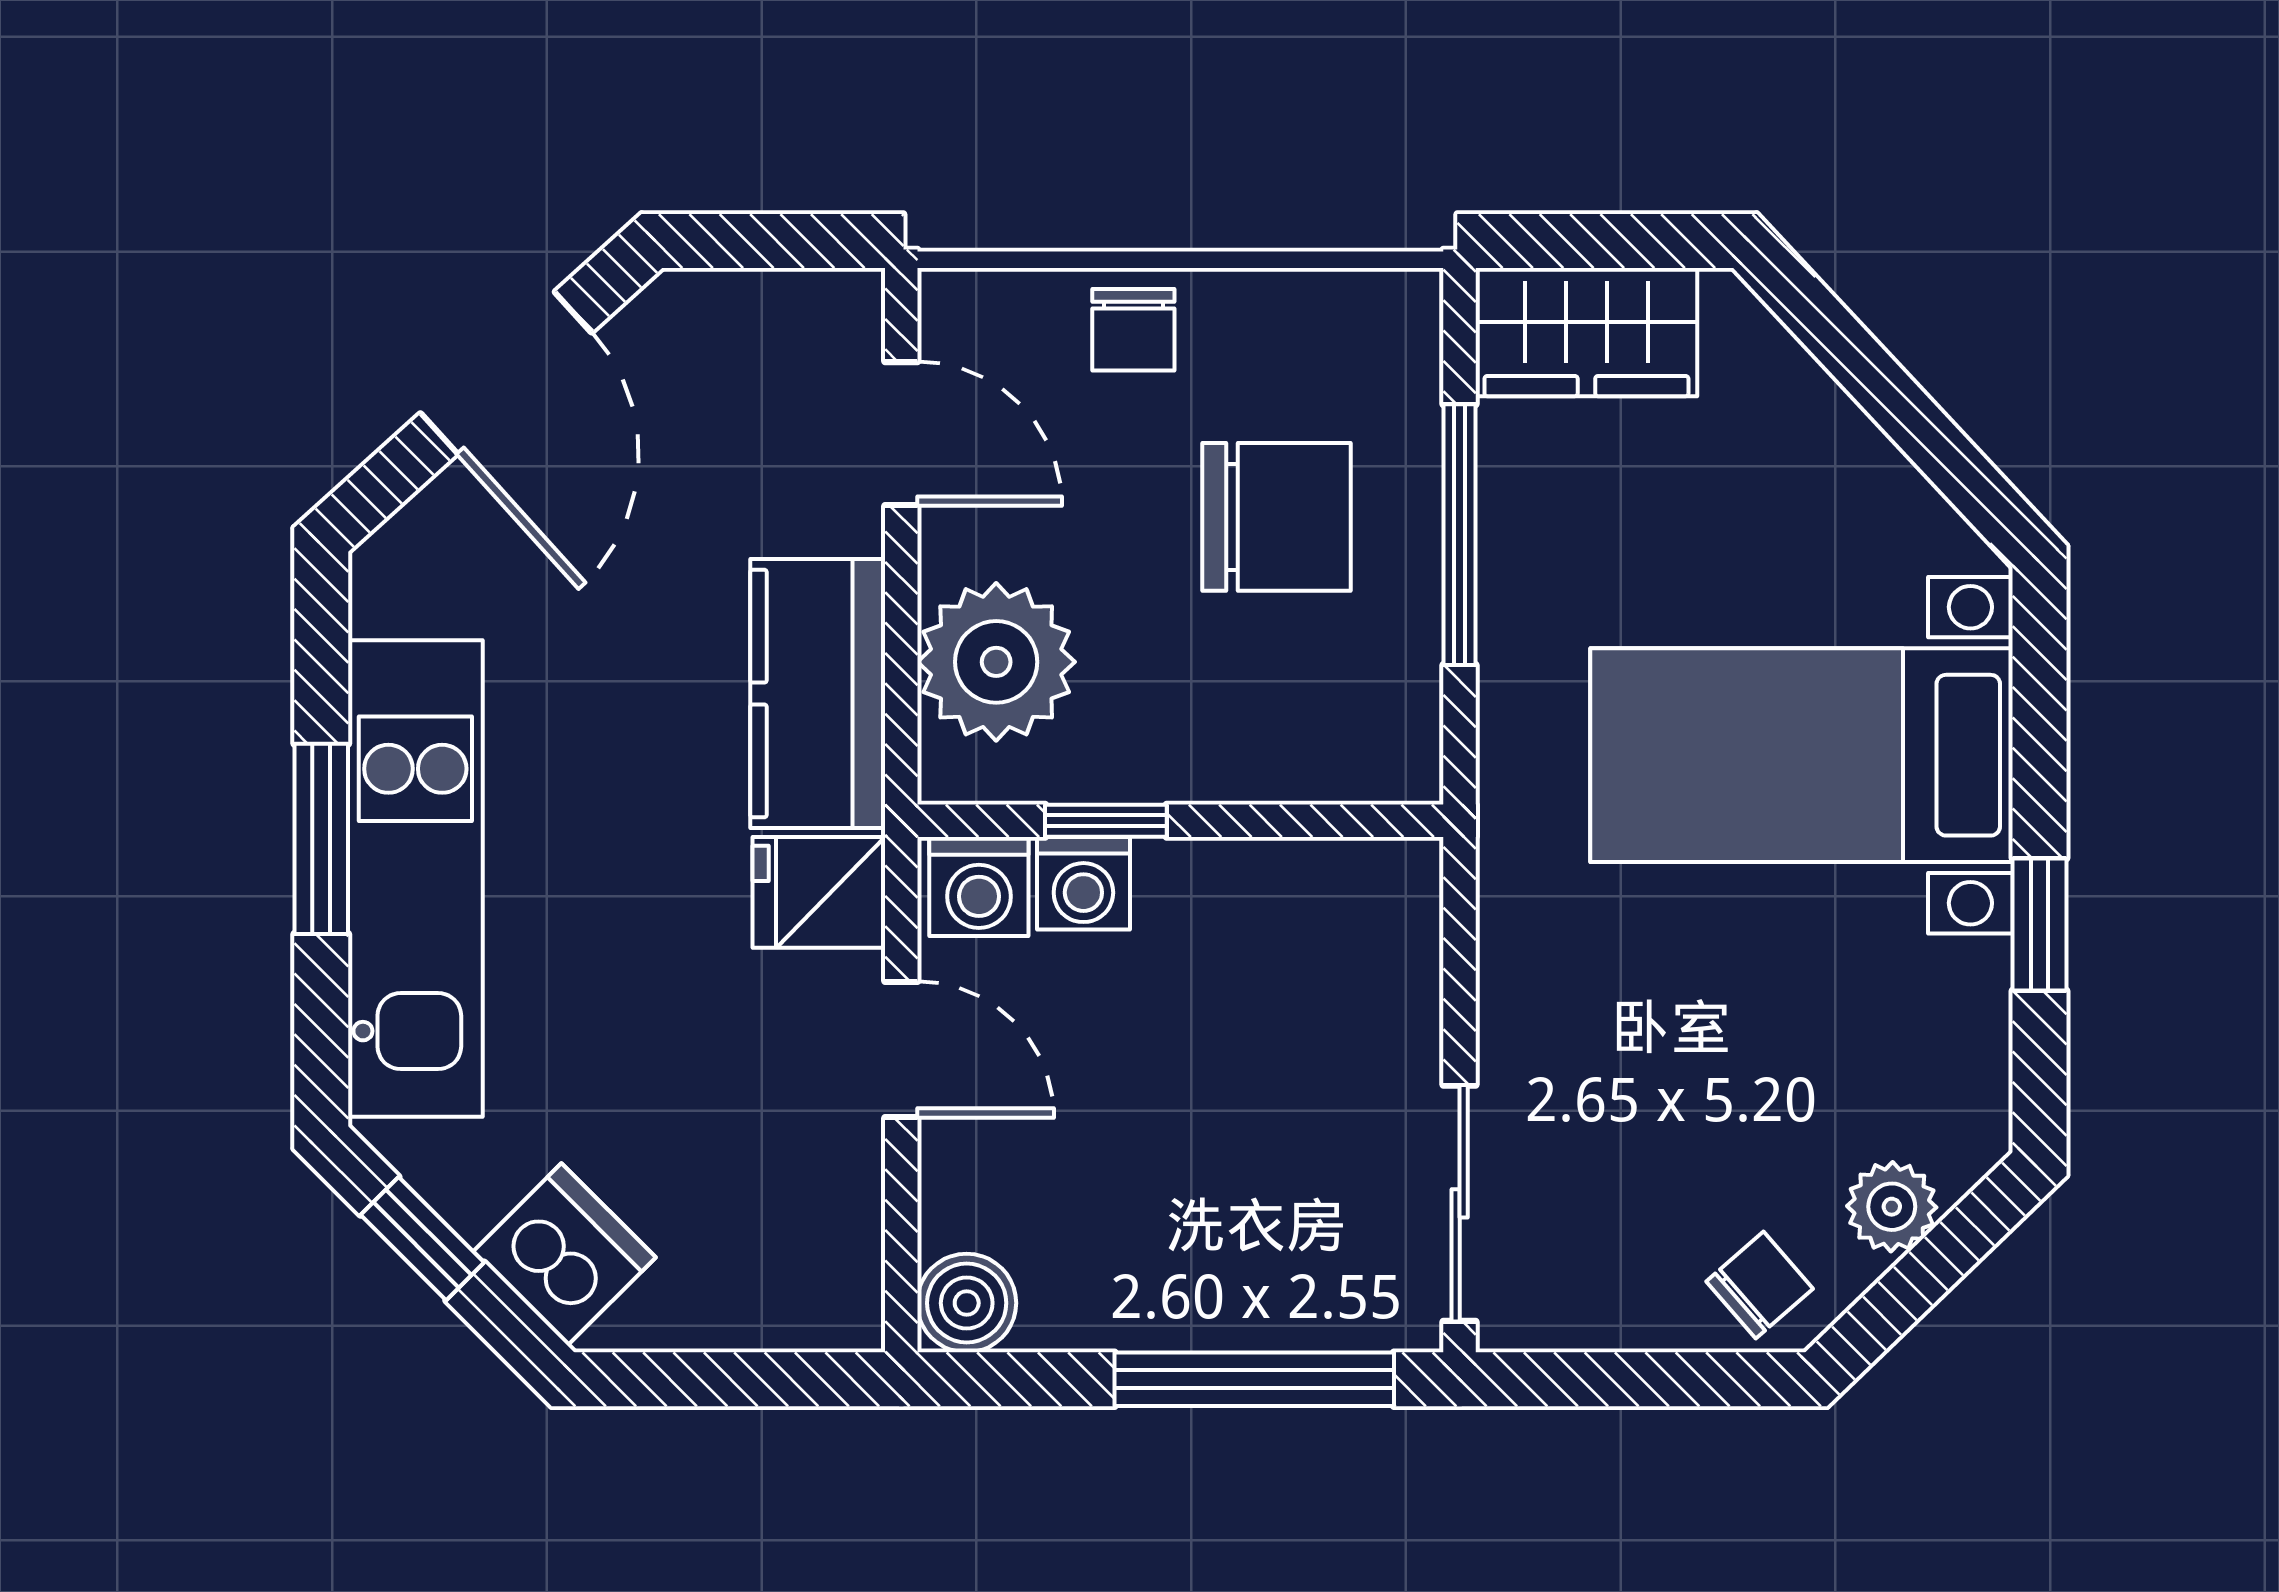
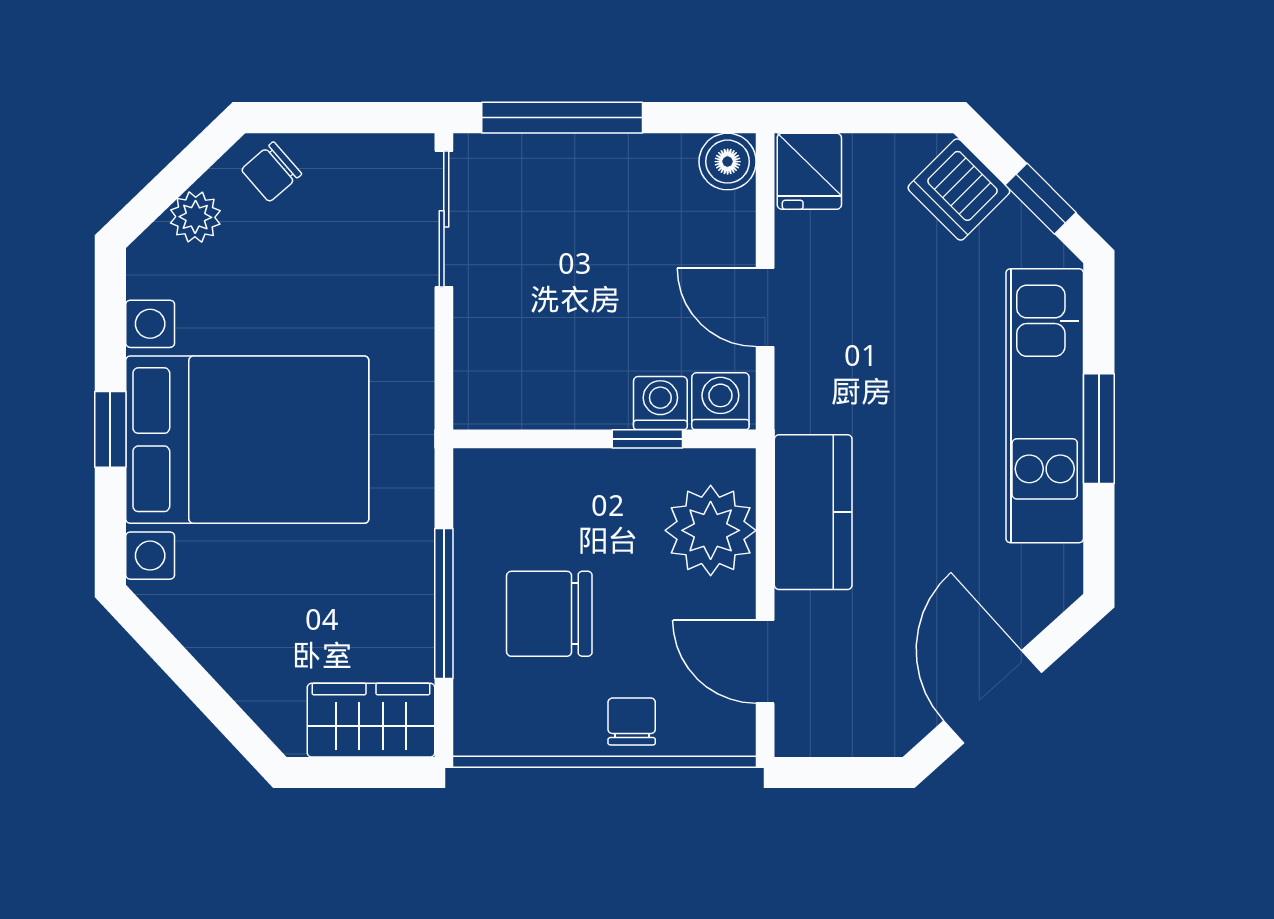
bed with nightstands: (1802, 755) -> (247, 440), width x1.36
fridge: (819, 892) -> (809, 171), moved, turned 90
window: (2039, 925) -> (110, 429), moved

